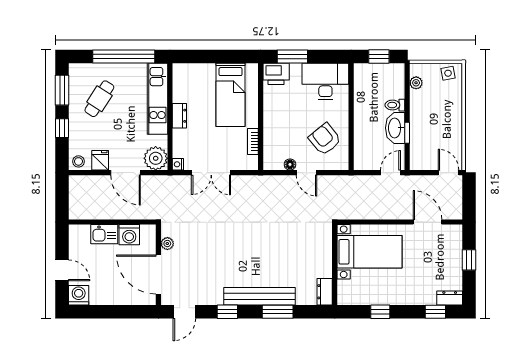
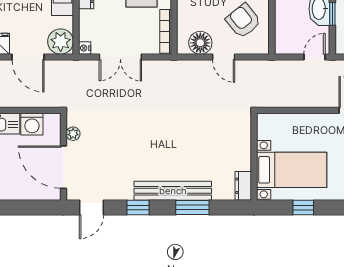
bookcase: (253, 142) -> (166, 31), width x1.56
floor lamp: (290, 164) -> (200, 43), width x1.89, depth x1.89
bed with nightstands: (370, 252) -> (292, 170), moved

